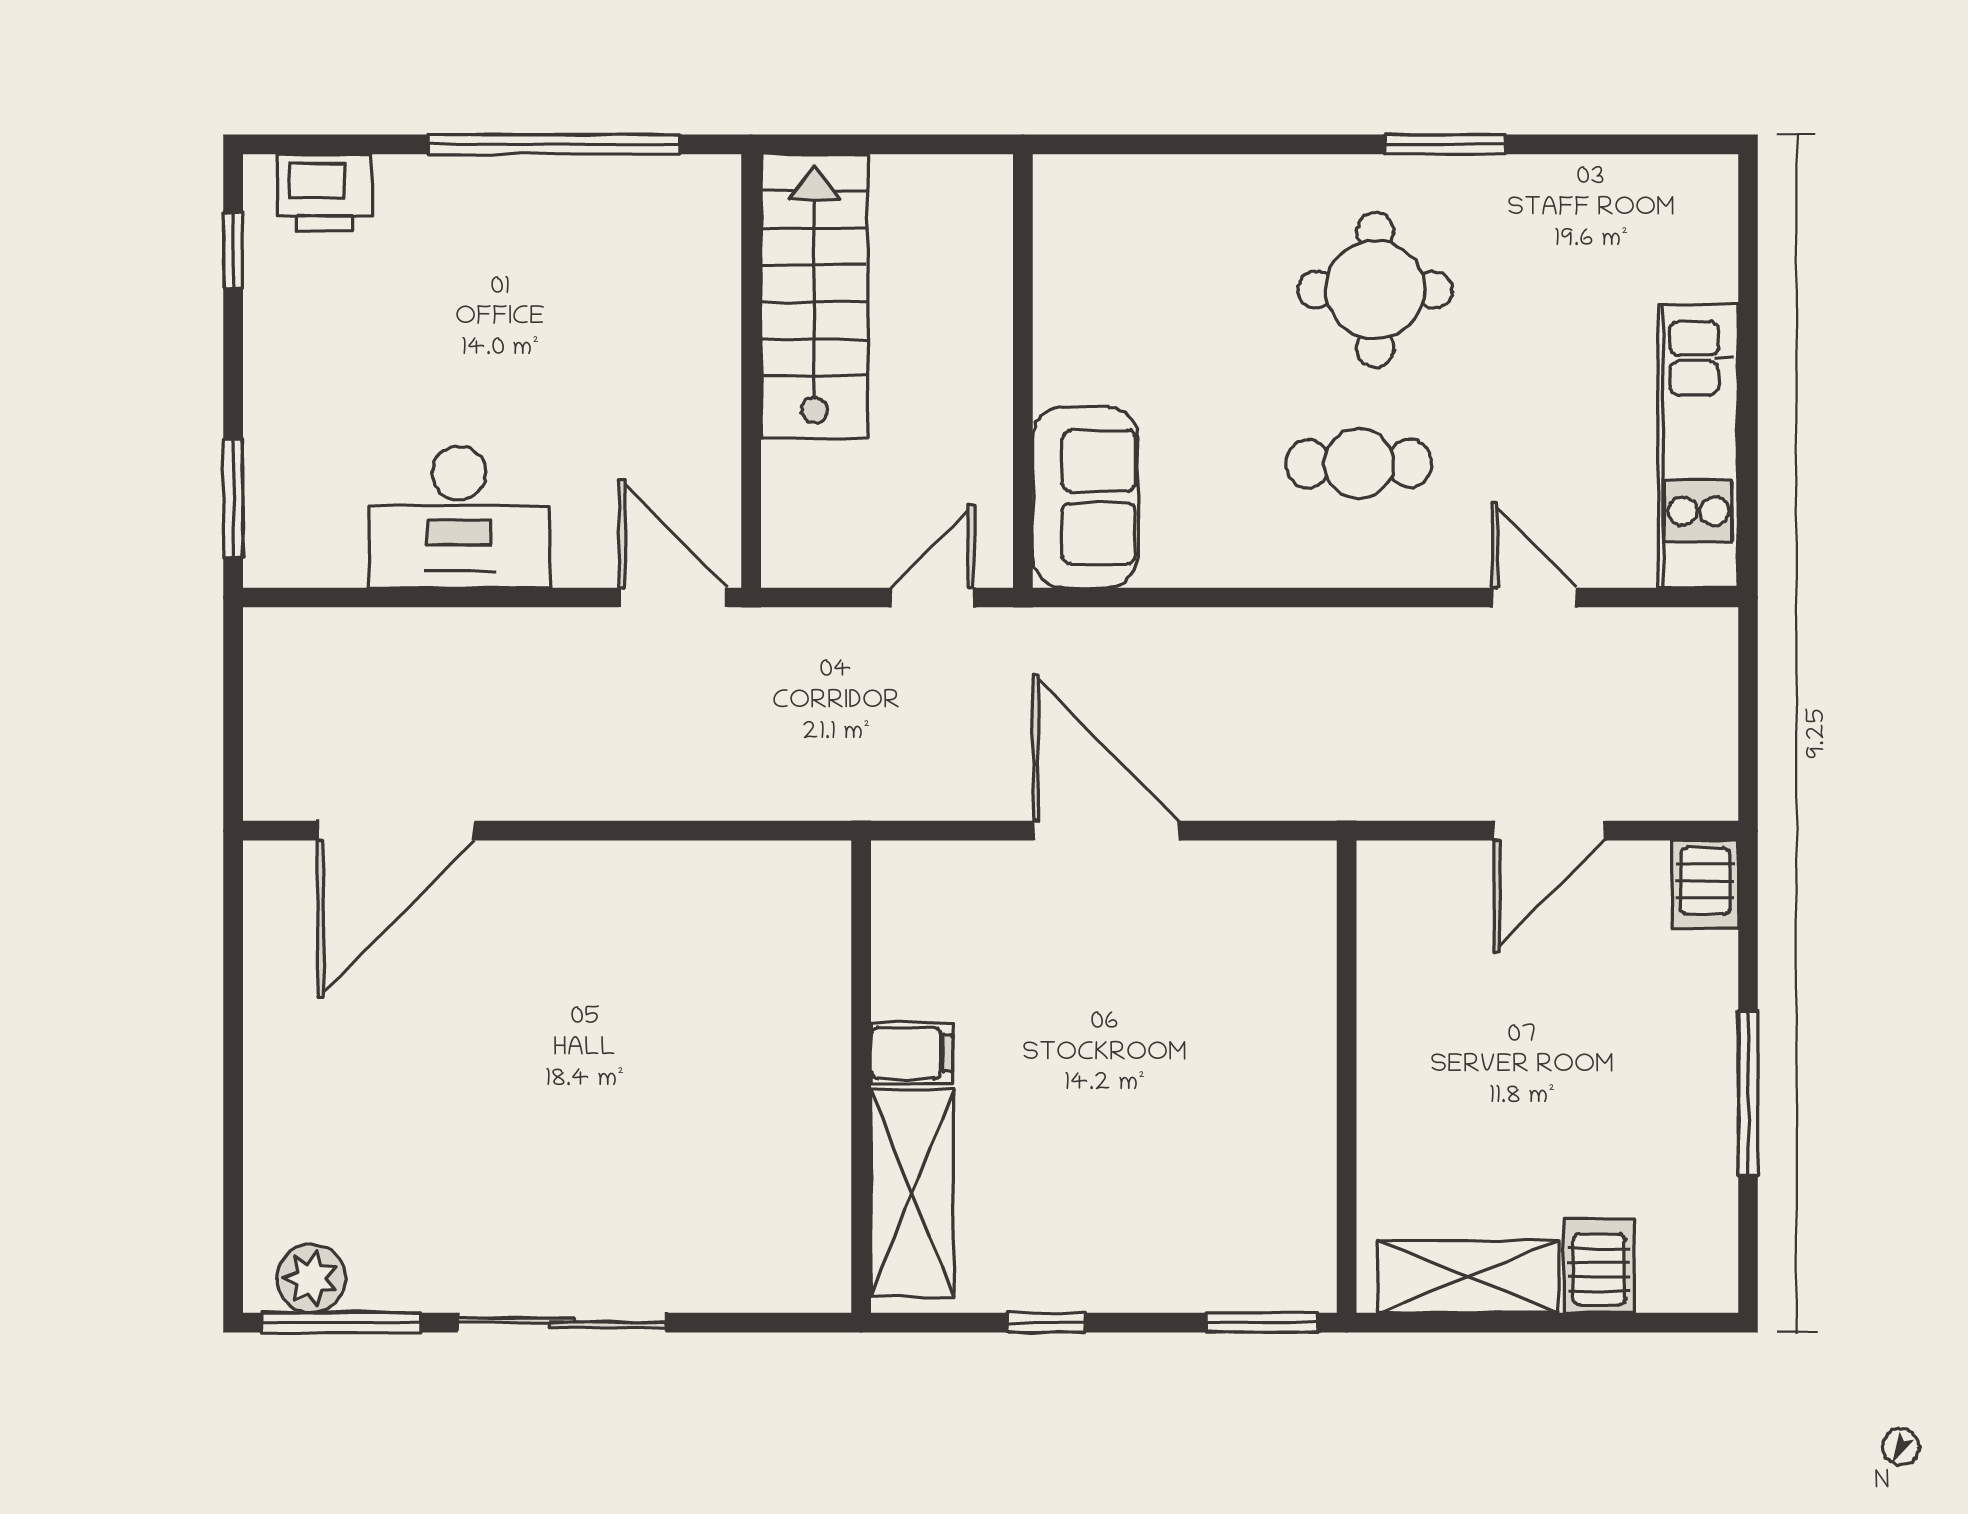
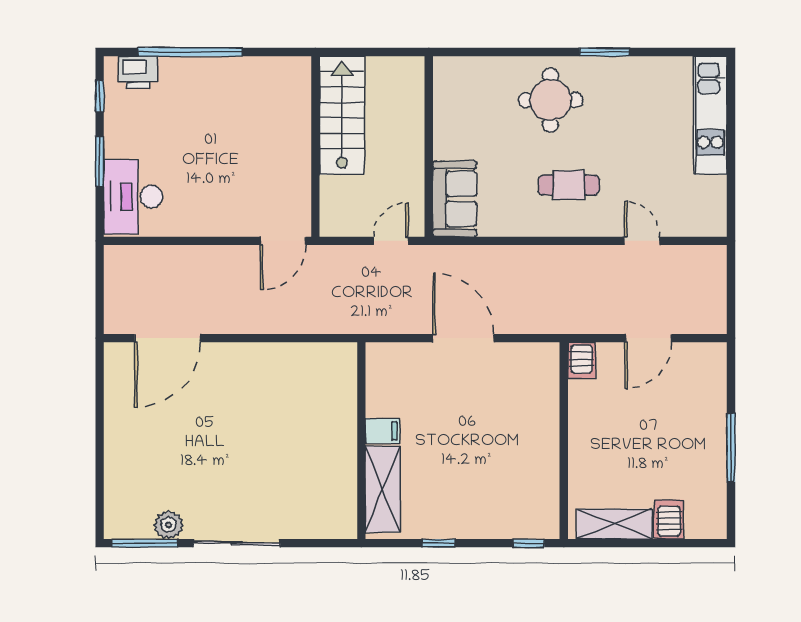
window: (554, 144) -> (190, 52), moved
round table: (1375, 290) -> (551, 100), moved
kitchen unit: (1698, 446) -> (710, 115), moved
window: (233, 498) -> (100, 161), moved
desk: (459, 517) -> (133, 197), moved, turned 90
door: (673, 598) -> (283, 241), swing flipped
server rack: (1705, 884) -> (582, 360), moved
plant: (311, 1279) -> (168, 525), moved
window: (1262, 1323) -> (529, 543), width x0.67

